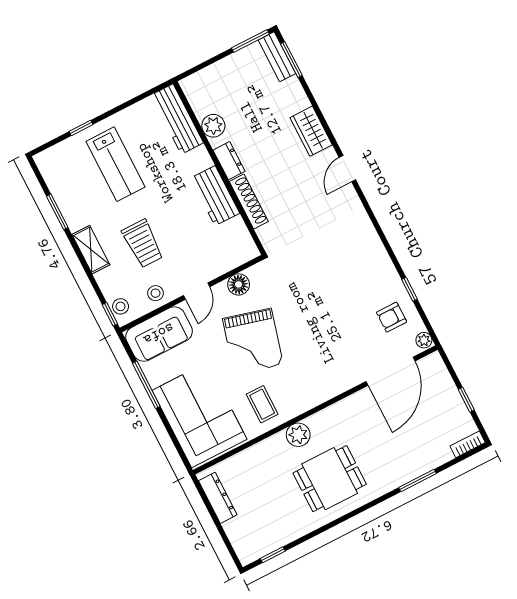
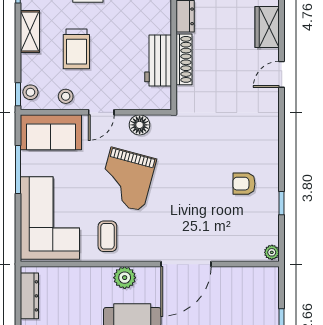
workbench: (215, 196) -> (158, 61), moved
armchair: (392, 317) -> (244, 184), moved
door: (391, 371) -> (186, 264), moved

